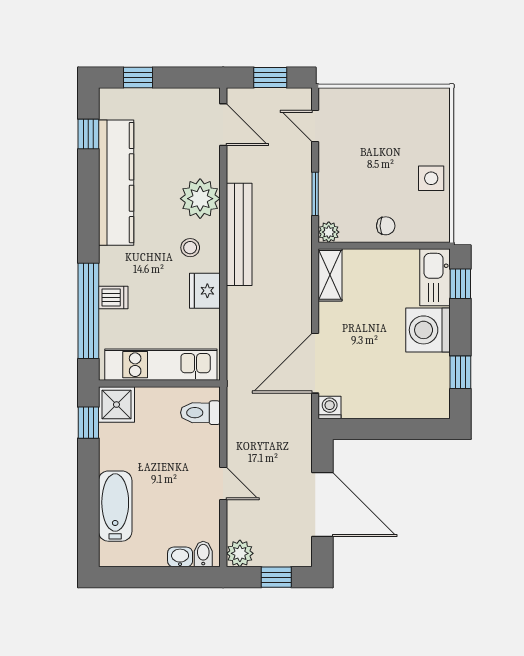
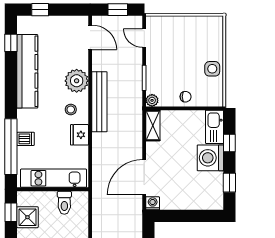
window: (460, 284) -> (229, 143), moved
shower: (116, 405) -> (27, 217), moved
toilet: (200, 413) -> (64, 203), moved, turned -90

